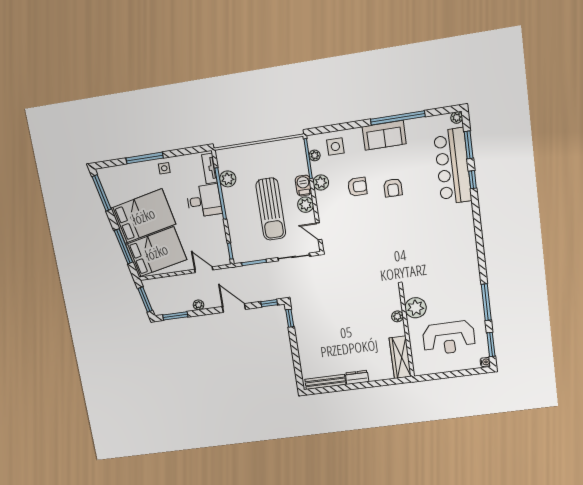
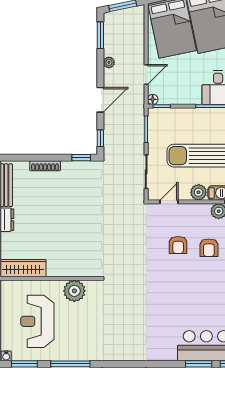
window: (473, 180) -> (199, 364), width x1.50
armchair: (393, 188) -> (178, 245), moved, turned -90
floor lamp: (225, 260) -> (153, 99), added
plant: (397, 316) -> (68, 271), removed
shoe rack: (302, 350) -> (45, 166), added

